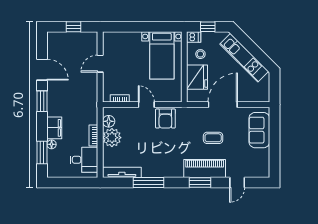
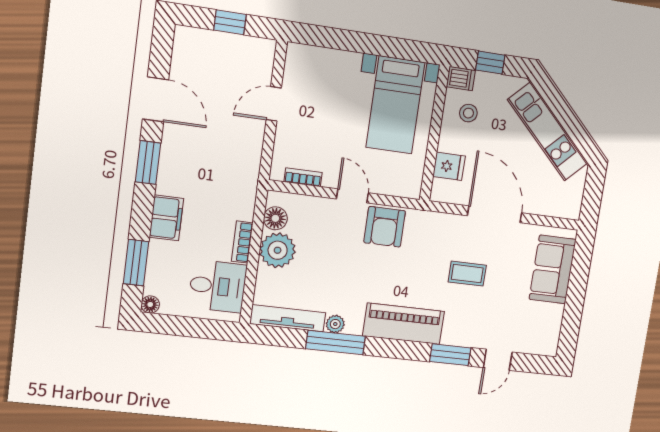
fridge: (197, 77) -> (449, 166), width x0.53, depth x0.75
door: (223, 105) -> (495, 214), hinge flipped
floor lamp: (52, 144) -> (150, 304), moved
piano: (205, 169) -> (404, 324), moved
plant: (147, 173) -> (335, 324), added
window: (200, 183) -> (450, 355), moved

